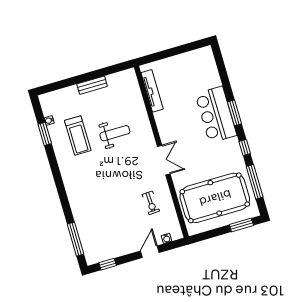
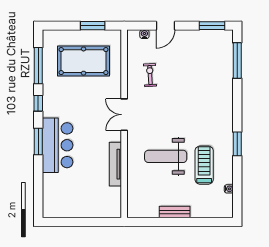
tv unit: (152, 91) -> (115, 164), moved
weight bench: (115, 133) -> (166, 156), width x1.36, depth x1.33
window: (45, 134) -> (237, 144), moved
pool table: (215, 198) -> (84, 61), width x0.73, depth x0.76
window: (241, 225) -> (93, 26), moved
window: (108, 264) -> (212, 26), width x1.50

